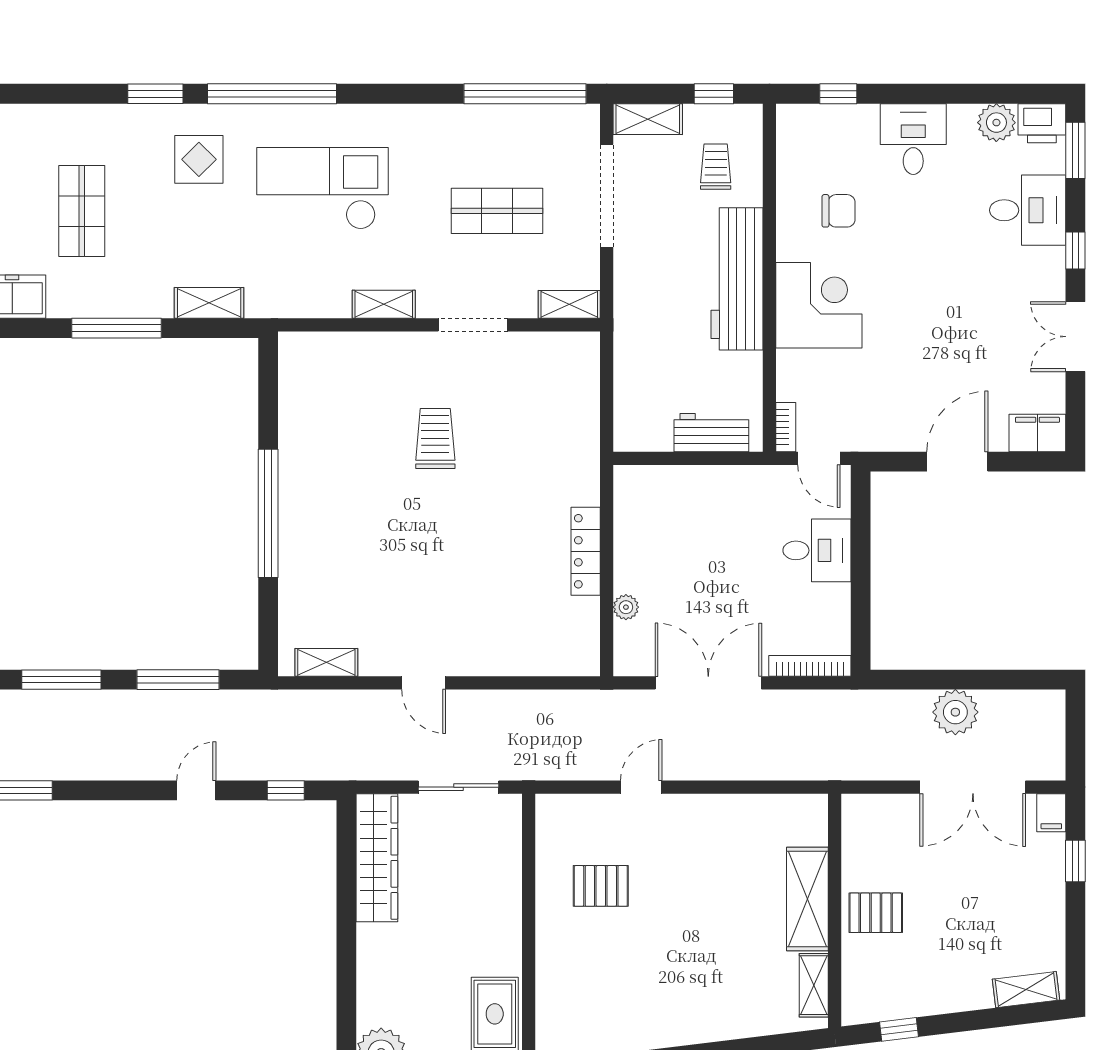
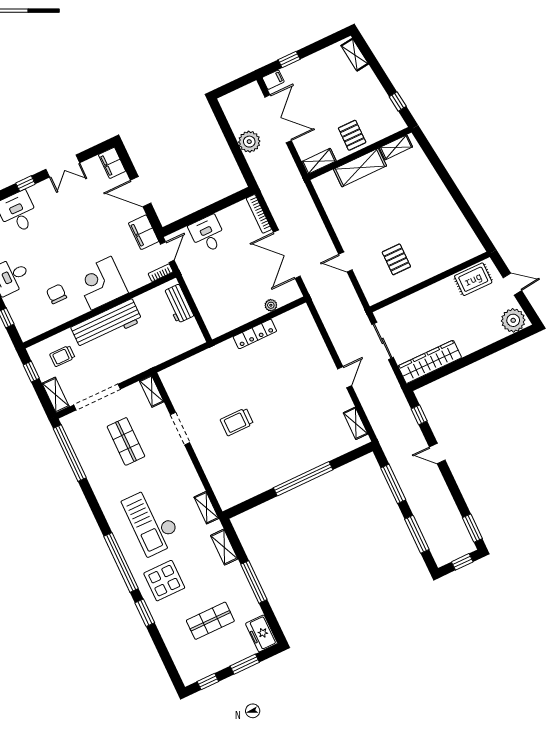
display table: (199, 159) -> (164, 581), width x1.36, depth x1.36
shelving: (384, 304) -> (206, 508), moved
filing cabinet: (878, 431) -> (144, 232), added
shelving: (856, 827) -> (319, 161), added

